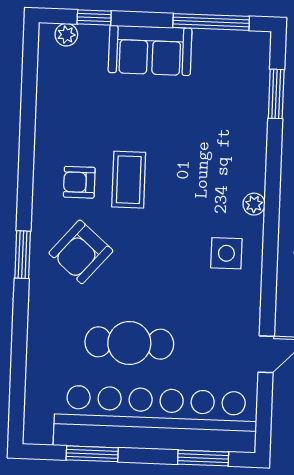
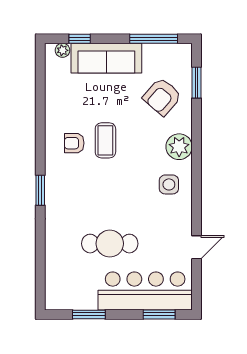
sofa: (150, 50) -> (106, 58), width x1.36
plant: (254, 204) -> (179, 147), width x1.87, depth x1.87
armchair: (81, 252) -> (162, 97), moved
bar counter: (155, 419) -> (145, 291), width x0.73

